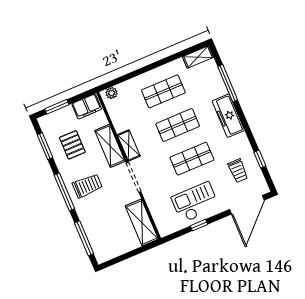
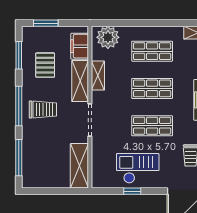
plant: (112, 93) -> (108, 37), width x1.88, depth x1.88
filing cabinet: (87, 106) -> (80, 46), moved, turned 90
shelving: (129, 145) -> (98, 76), moved

